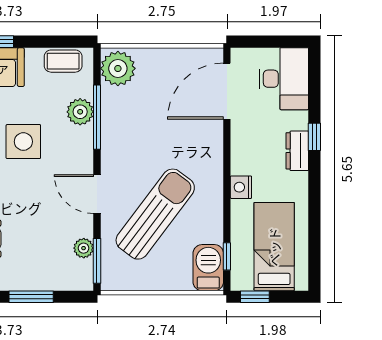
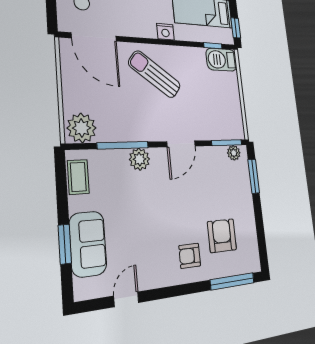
plant: (80, 112) -> (139, 159), moved
side table: (23, 142) -> (147, 208), removed
sun lounger: (155, 214) -> (155, 74), moved, width x0.73, depth x0.75
plant: (84, 248) -> (234, 153), moved
window: (31, 297) -> (254, 176), moved

